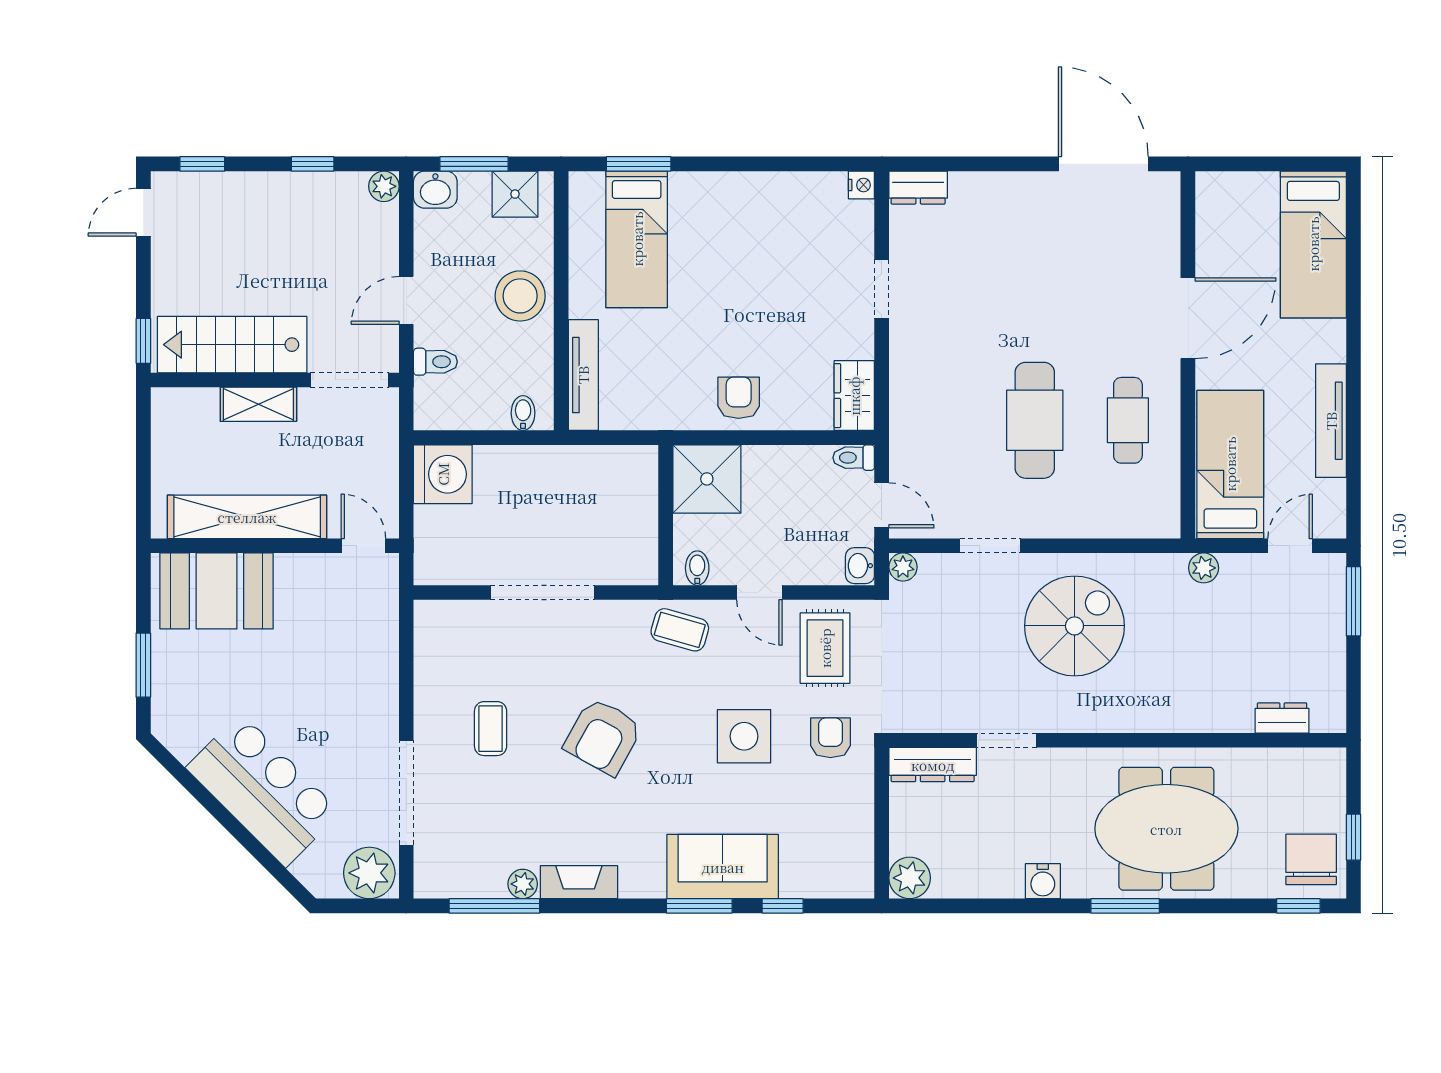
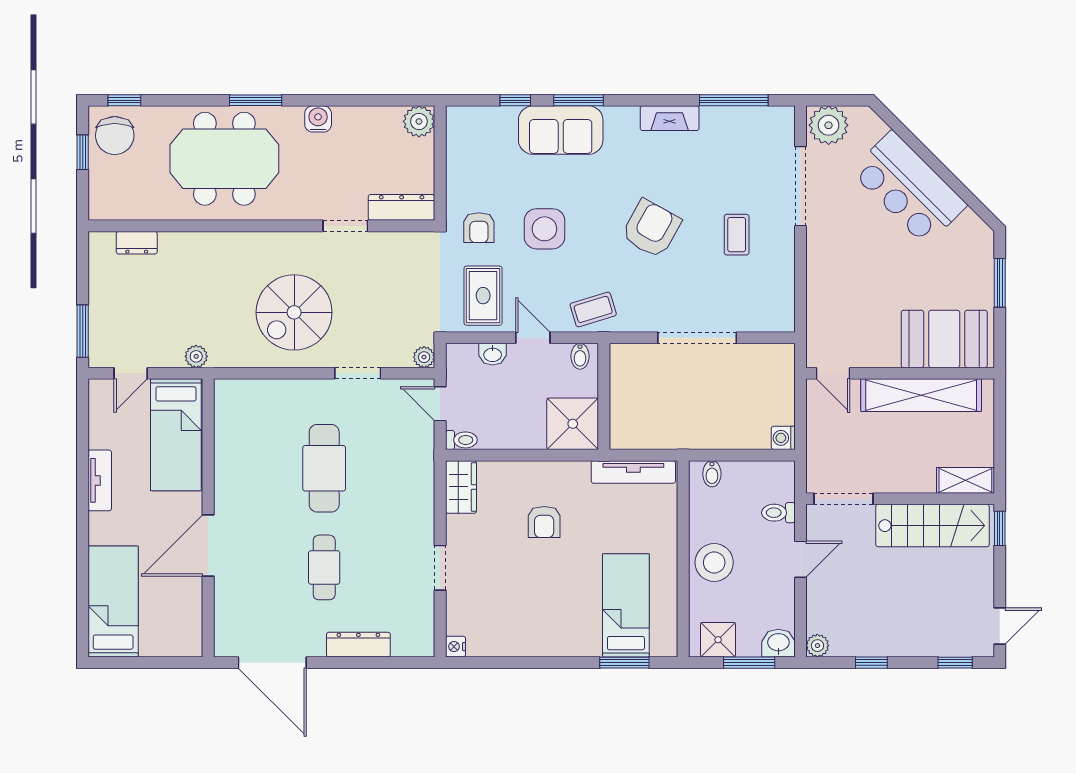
dresser: (918, 188) -> (358, 645), moved, width x1.44
tv unit: (583, 375) -> (633, 472), moved, turned -90
armchair: (739, 398) -> (544, 522), moved
shelving: (258, 404) -> (965, 480), moved
cafe table: (1128, 420) -> (324, 567), moved
tv unit: (1331, 421) -> (100, 480), width x0.71
washing machine: (443, 474) -> (783, 438), width x0.53, depth x0.53
washbasin: (860, 566) -> (493, 354), moved, turned 90
coffee table: (680, 630) -> (593, 309), turned -33
plant: (523, 884) -> (712, 117), removed

